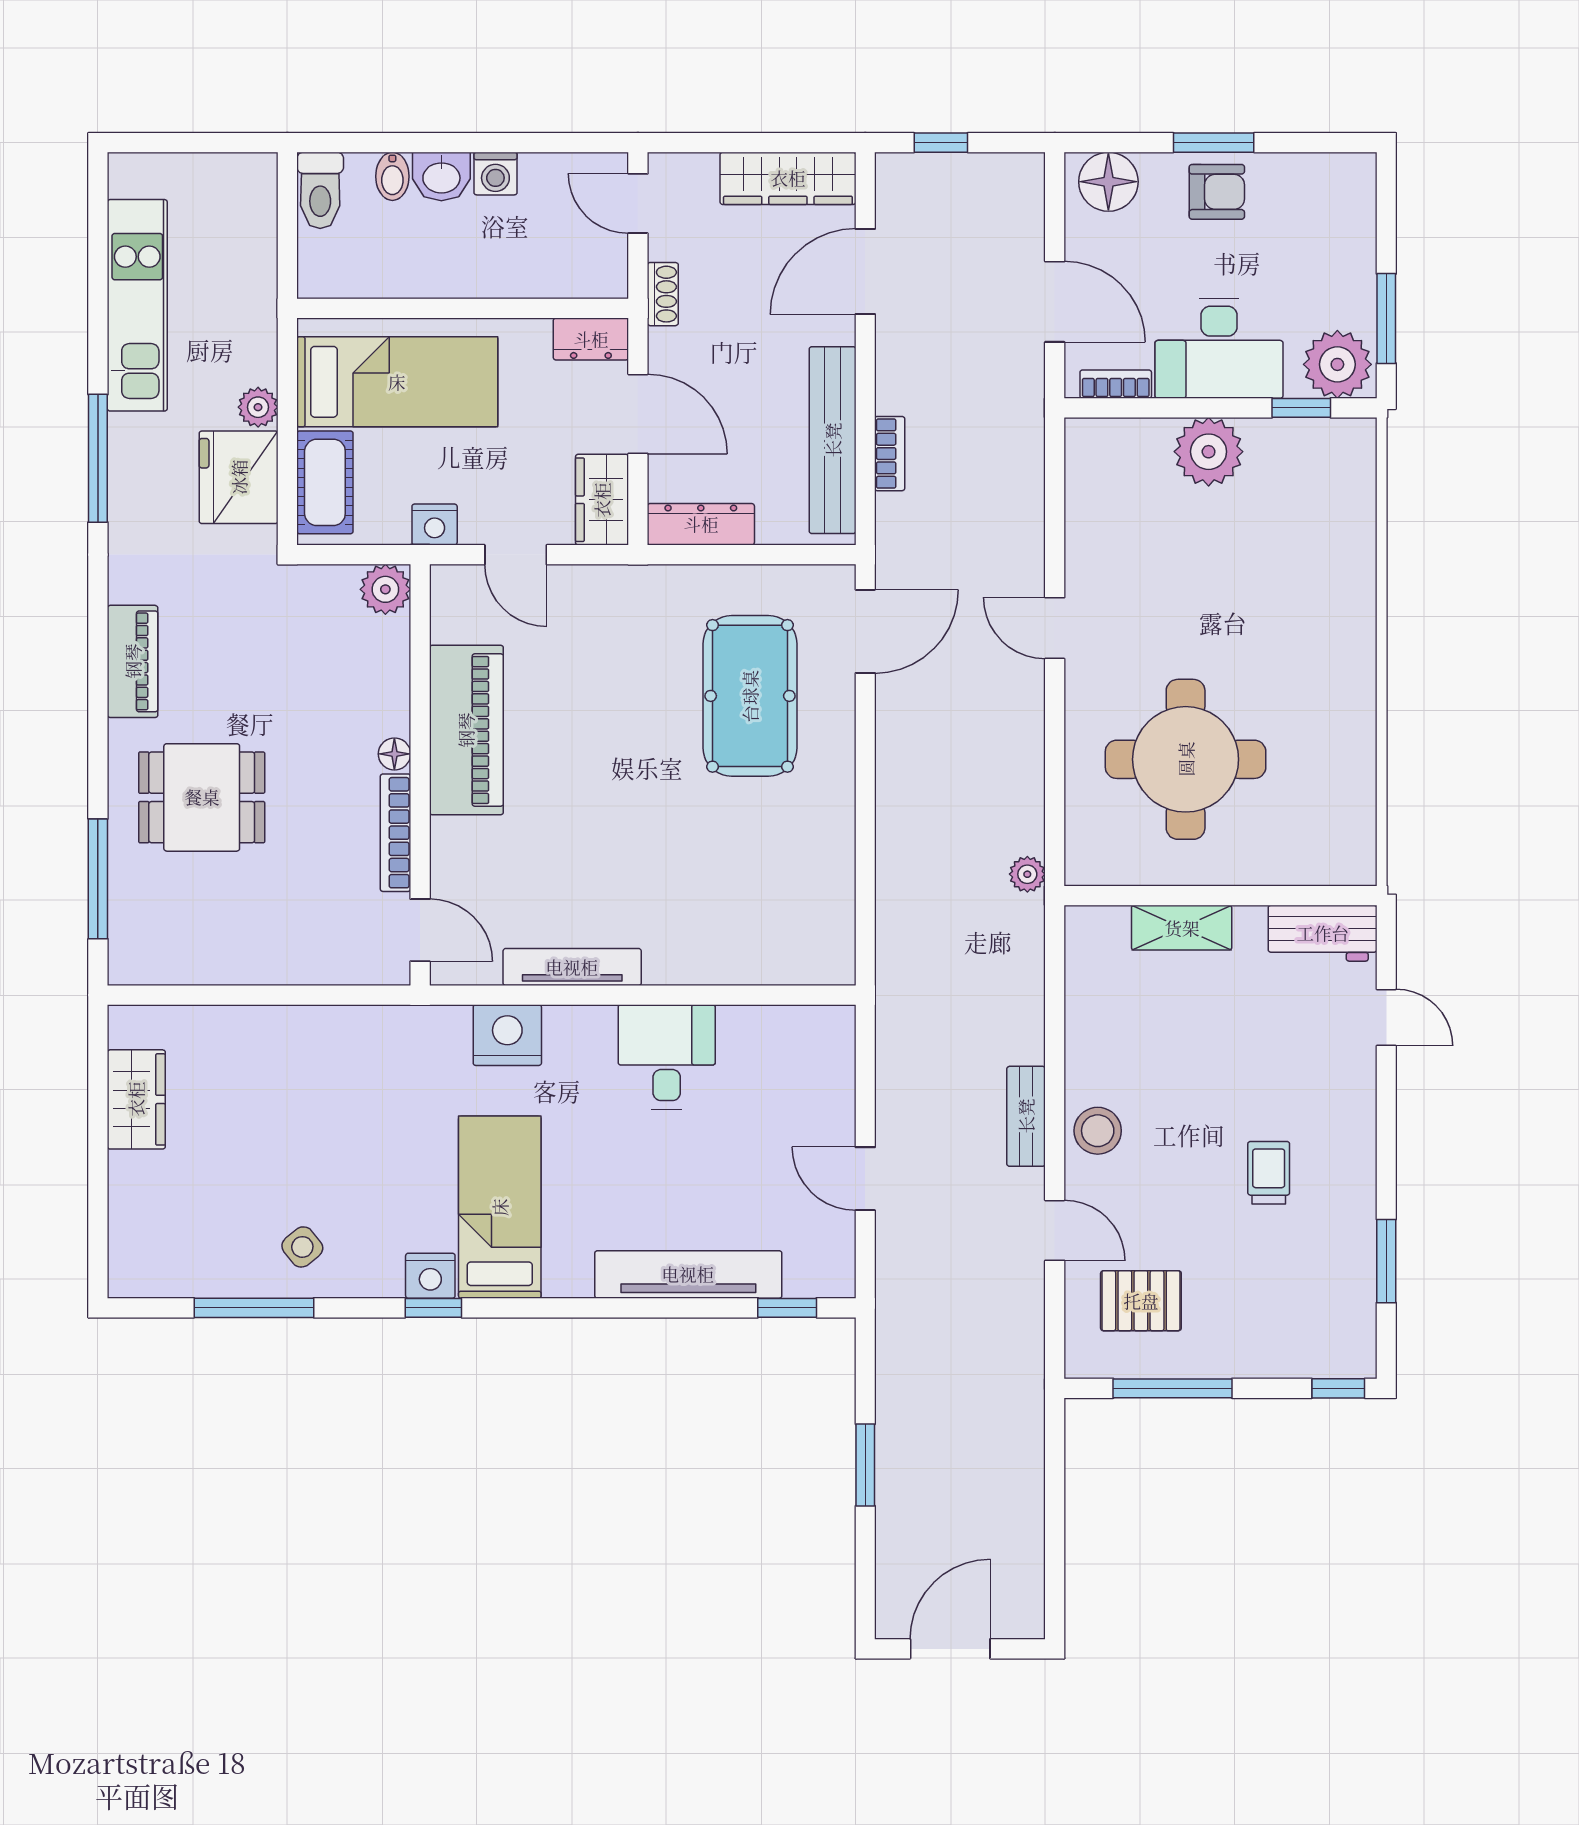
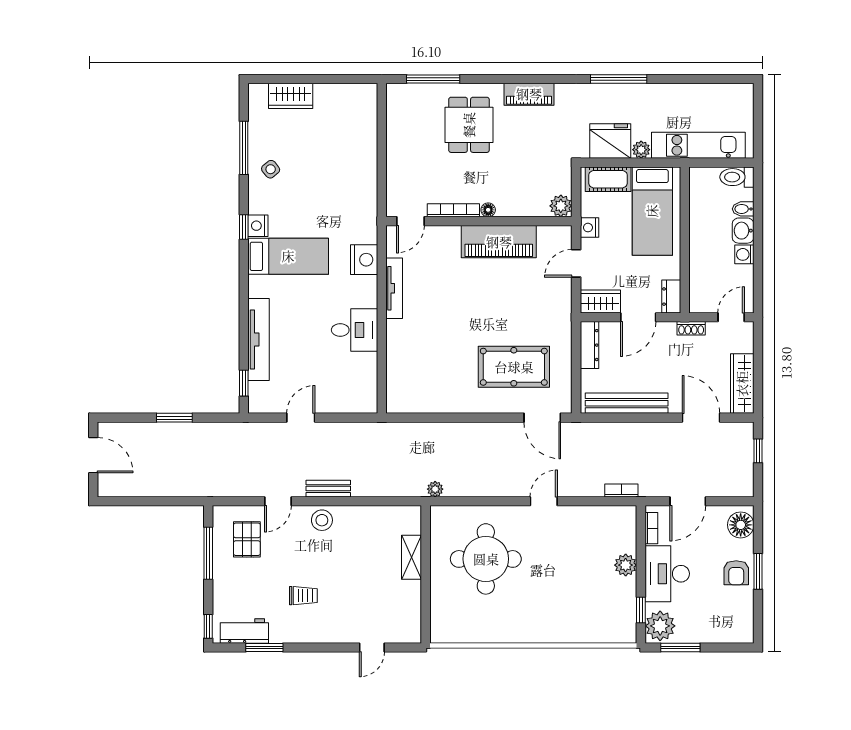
kitchen unit: (137, 305) -> (698, 145), moved, turned 180
plant: (1209, 452) -> (626, 565), width x0.73, depth x0.73
bookcase: (890, 454) -> (621, 490), moved, turned 180
workbench: (1323, 933) -> (244, 631), moved, turned 90
wardrobe: (136, 1099) -> (291, 96), moved

